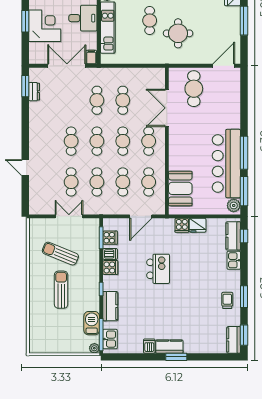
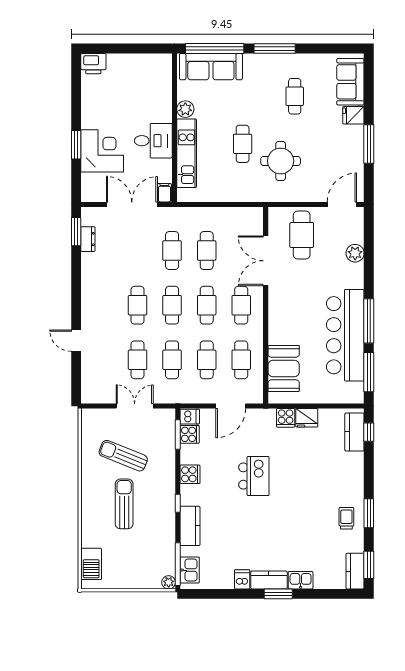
plant: (234, 205) -> (355, 253), moved
dishwasher: (110, 254) -> (190, 417), moved
kitchen sink: (234, 260) -> (301, 580), moved, turned 90
barbecue: (92, 323) -> (91, 564), moved, turned 180

